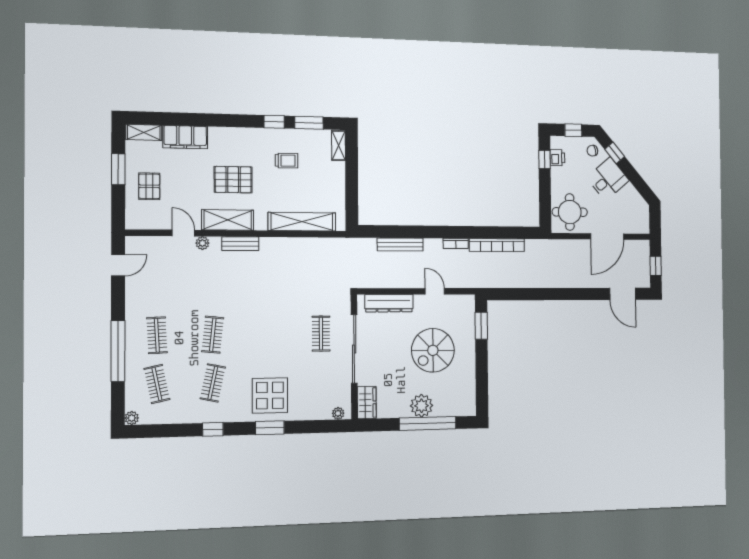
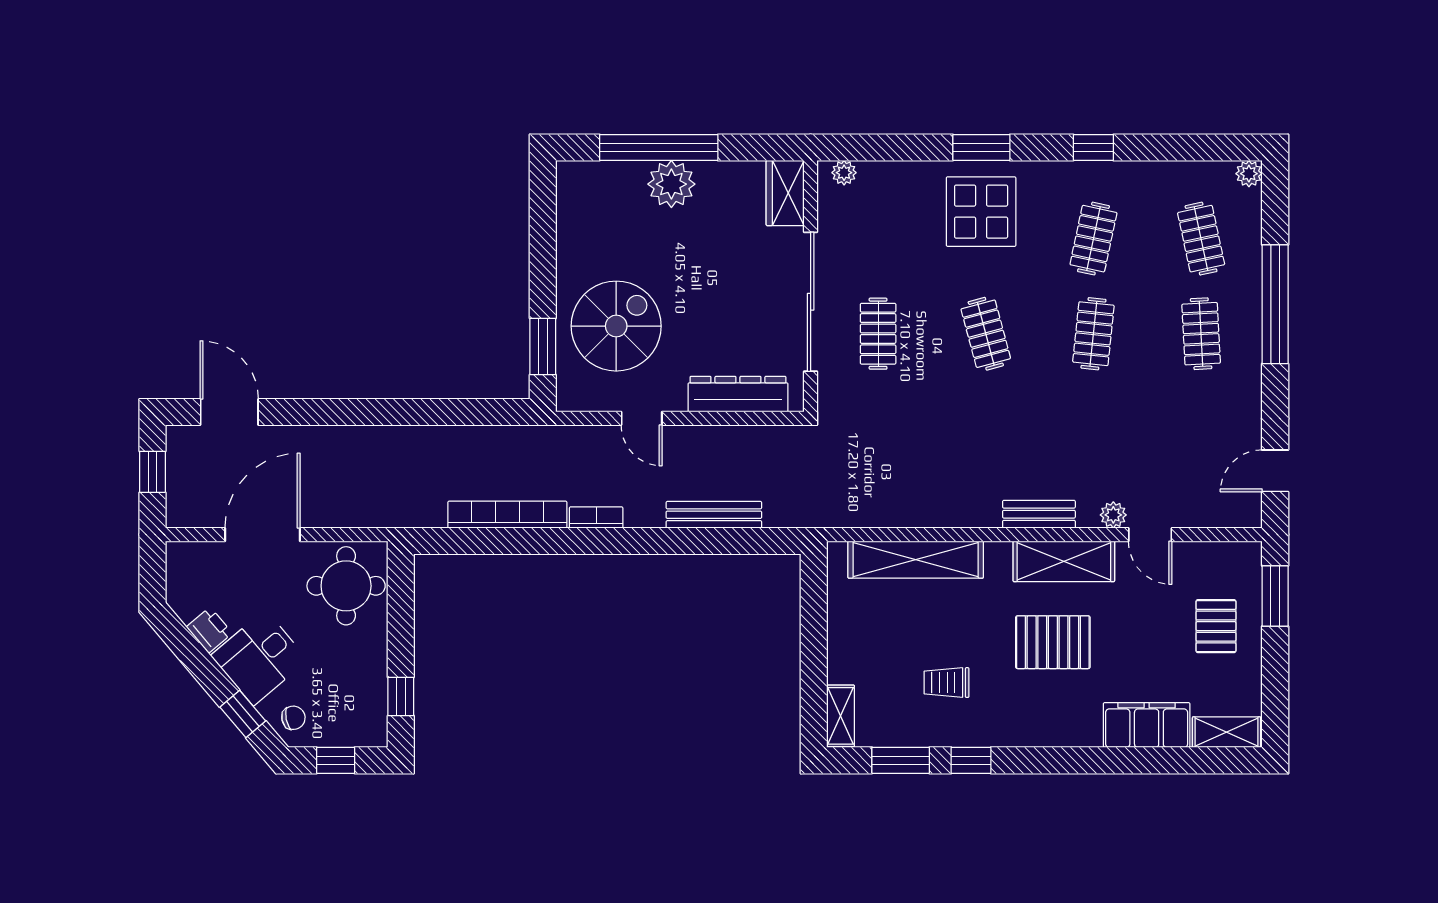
printer: (557, 158) -> (209, 630), moved, turned 140
window: (118, 169) -> (1275, 596), moved
clothes rail: (267, 334) -> (986, 334), added
spiral stairs: (433, 350) -> (616, 326), moved

